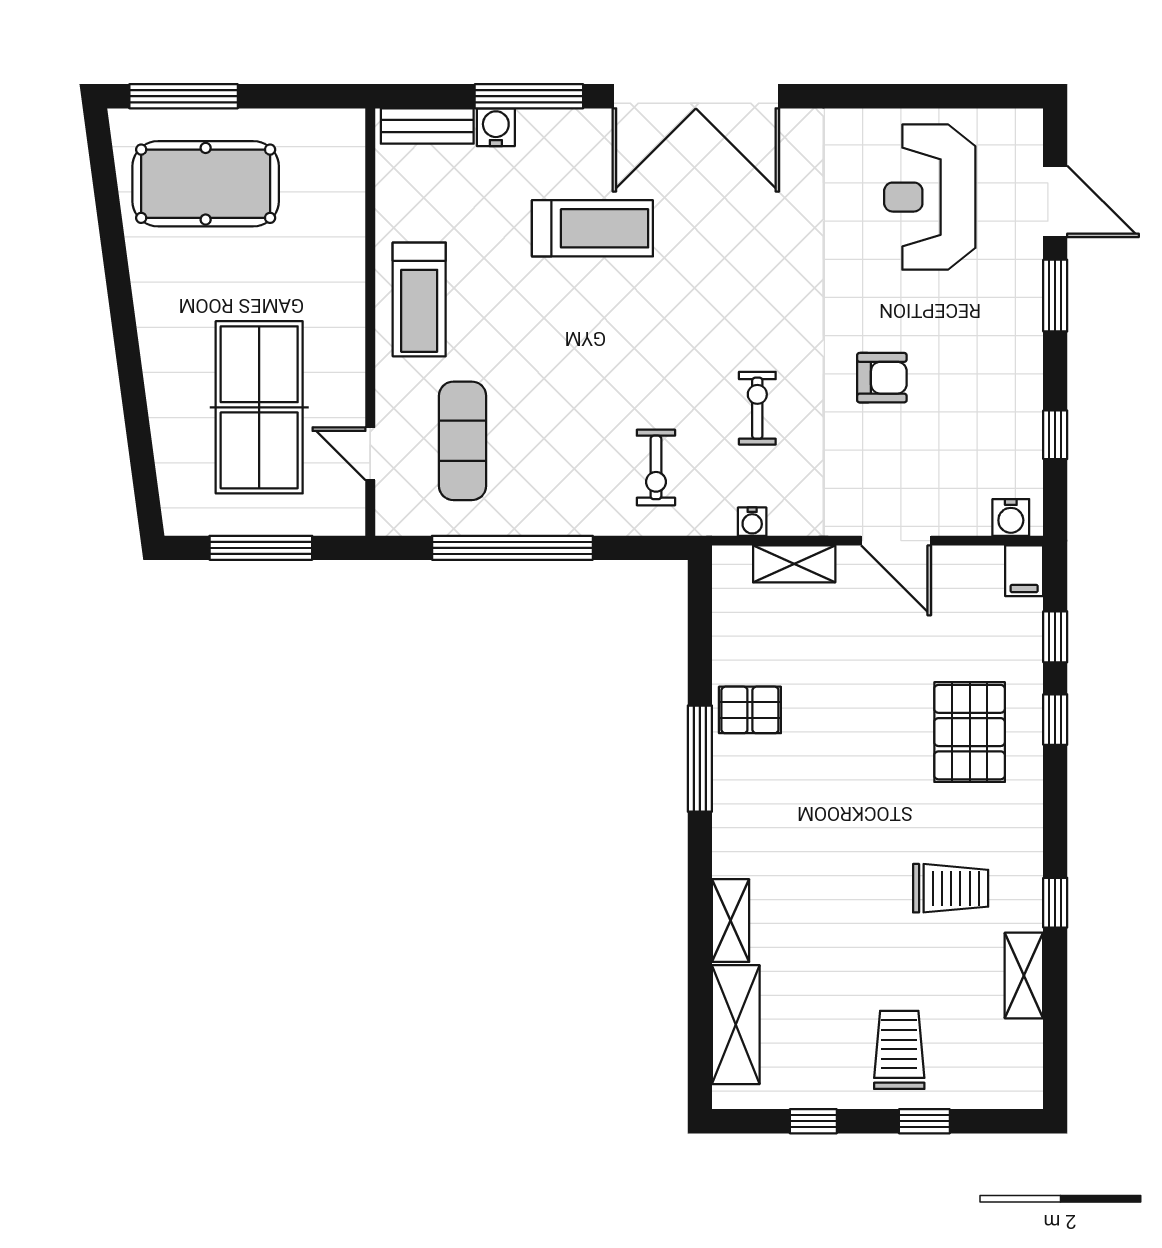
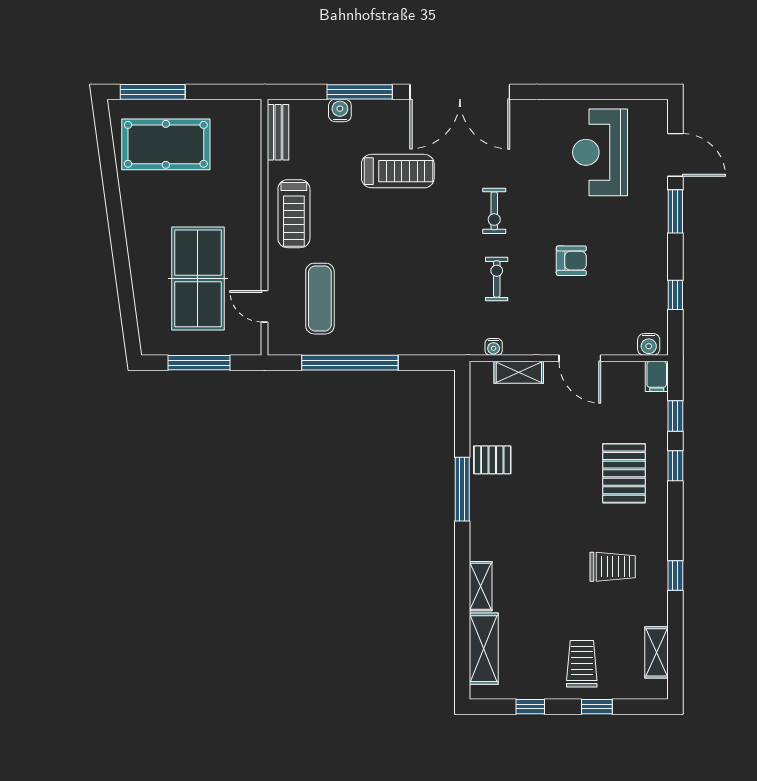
bench: (427, 126) -> (278, 132), moved, turned 90
exercise bike: (656, 467) -> (494, 211), moved
shelving: (1024, 975) -> (657, 652), moved

